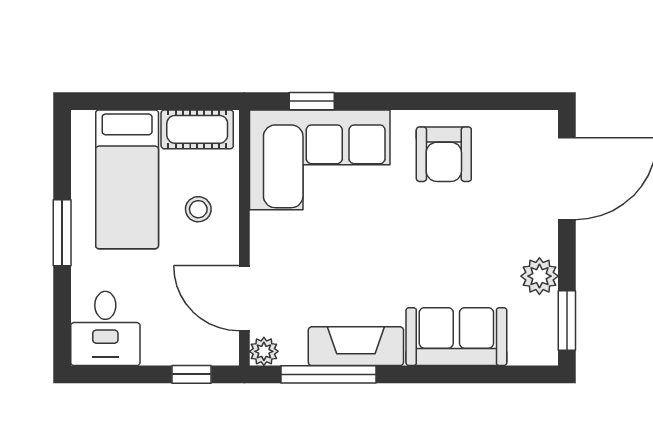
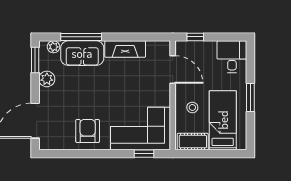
plant: (264, 351) -> (54, 47), moved
window: (329, 374) -> (81, 37), moved

